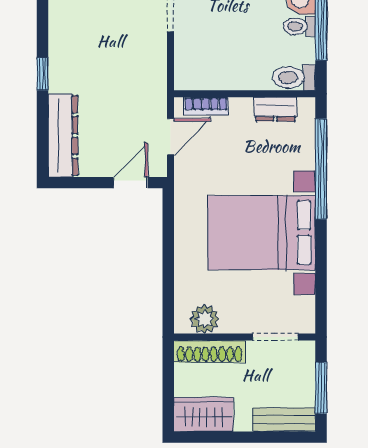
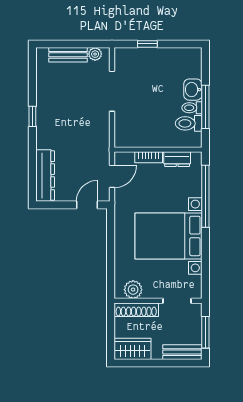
window: (42, 74) -> (32, 116), moved
toilet: (294, 77) -> (189, 123), moved
bookcase: (206, 106) -> (149, 157), moved

